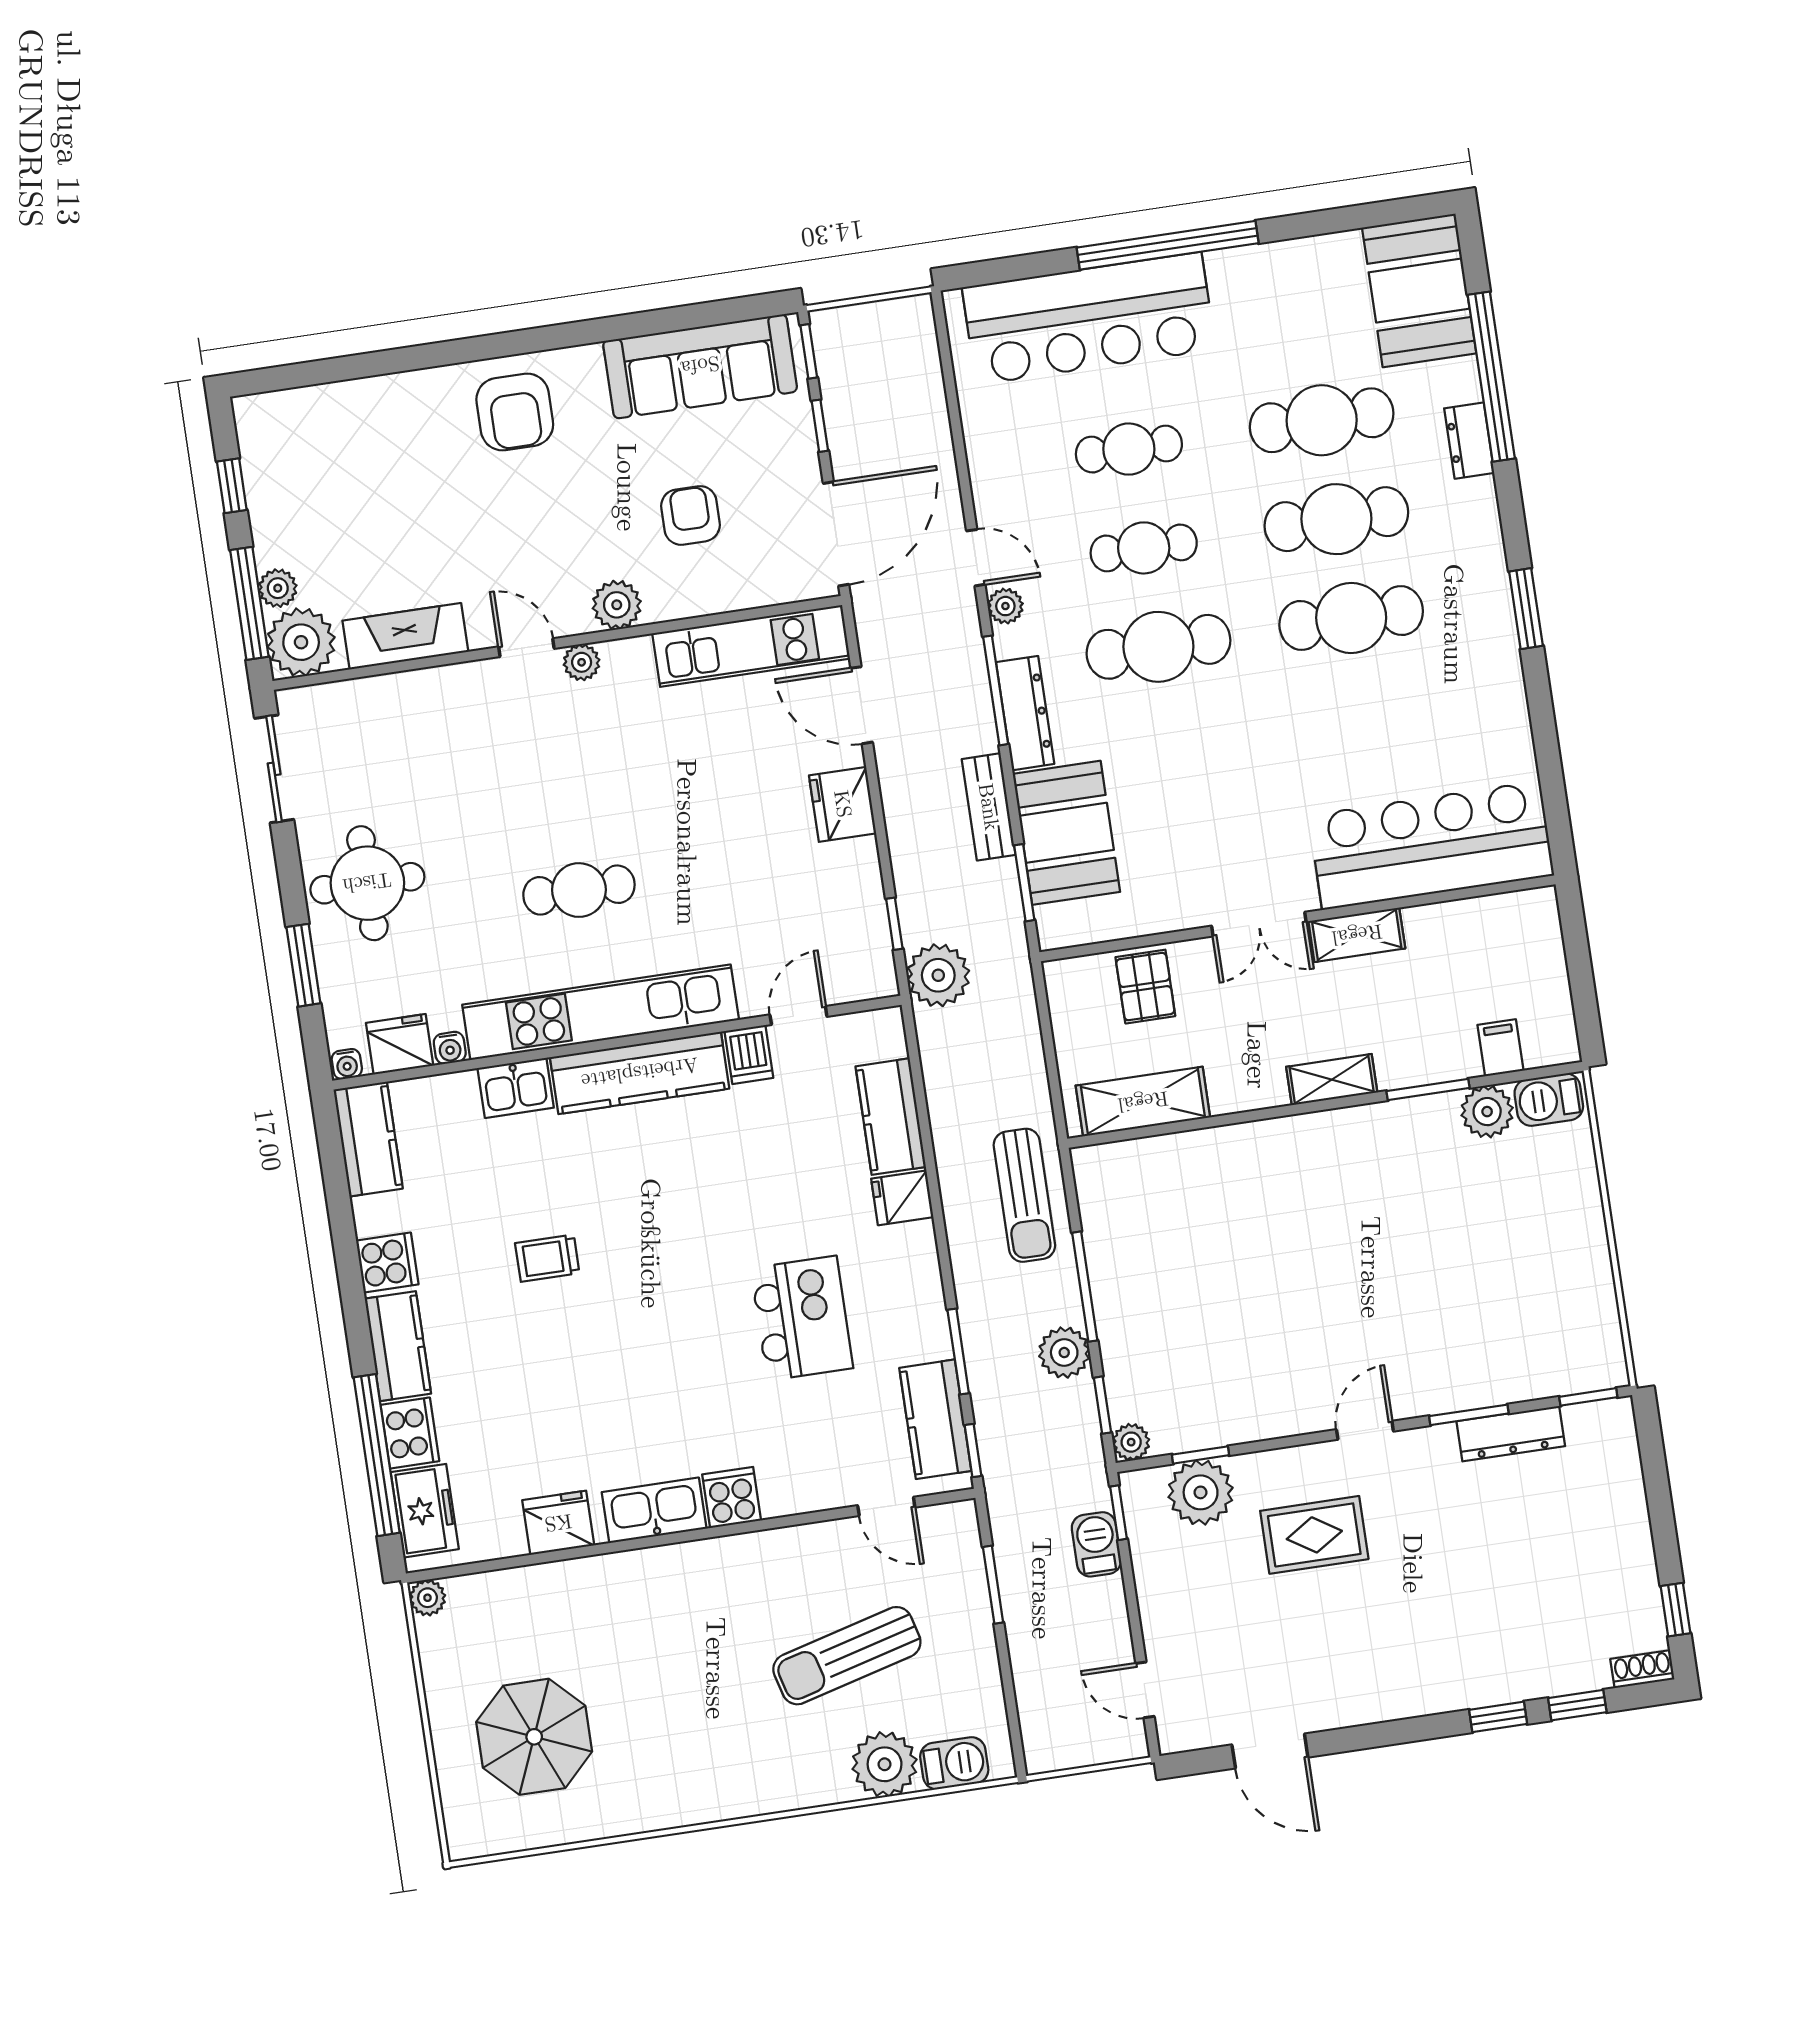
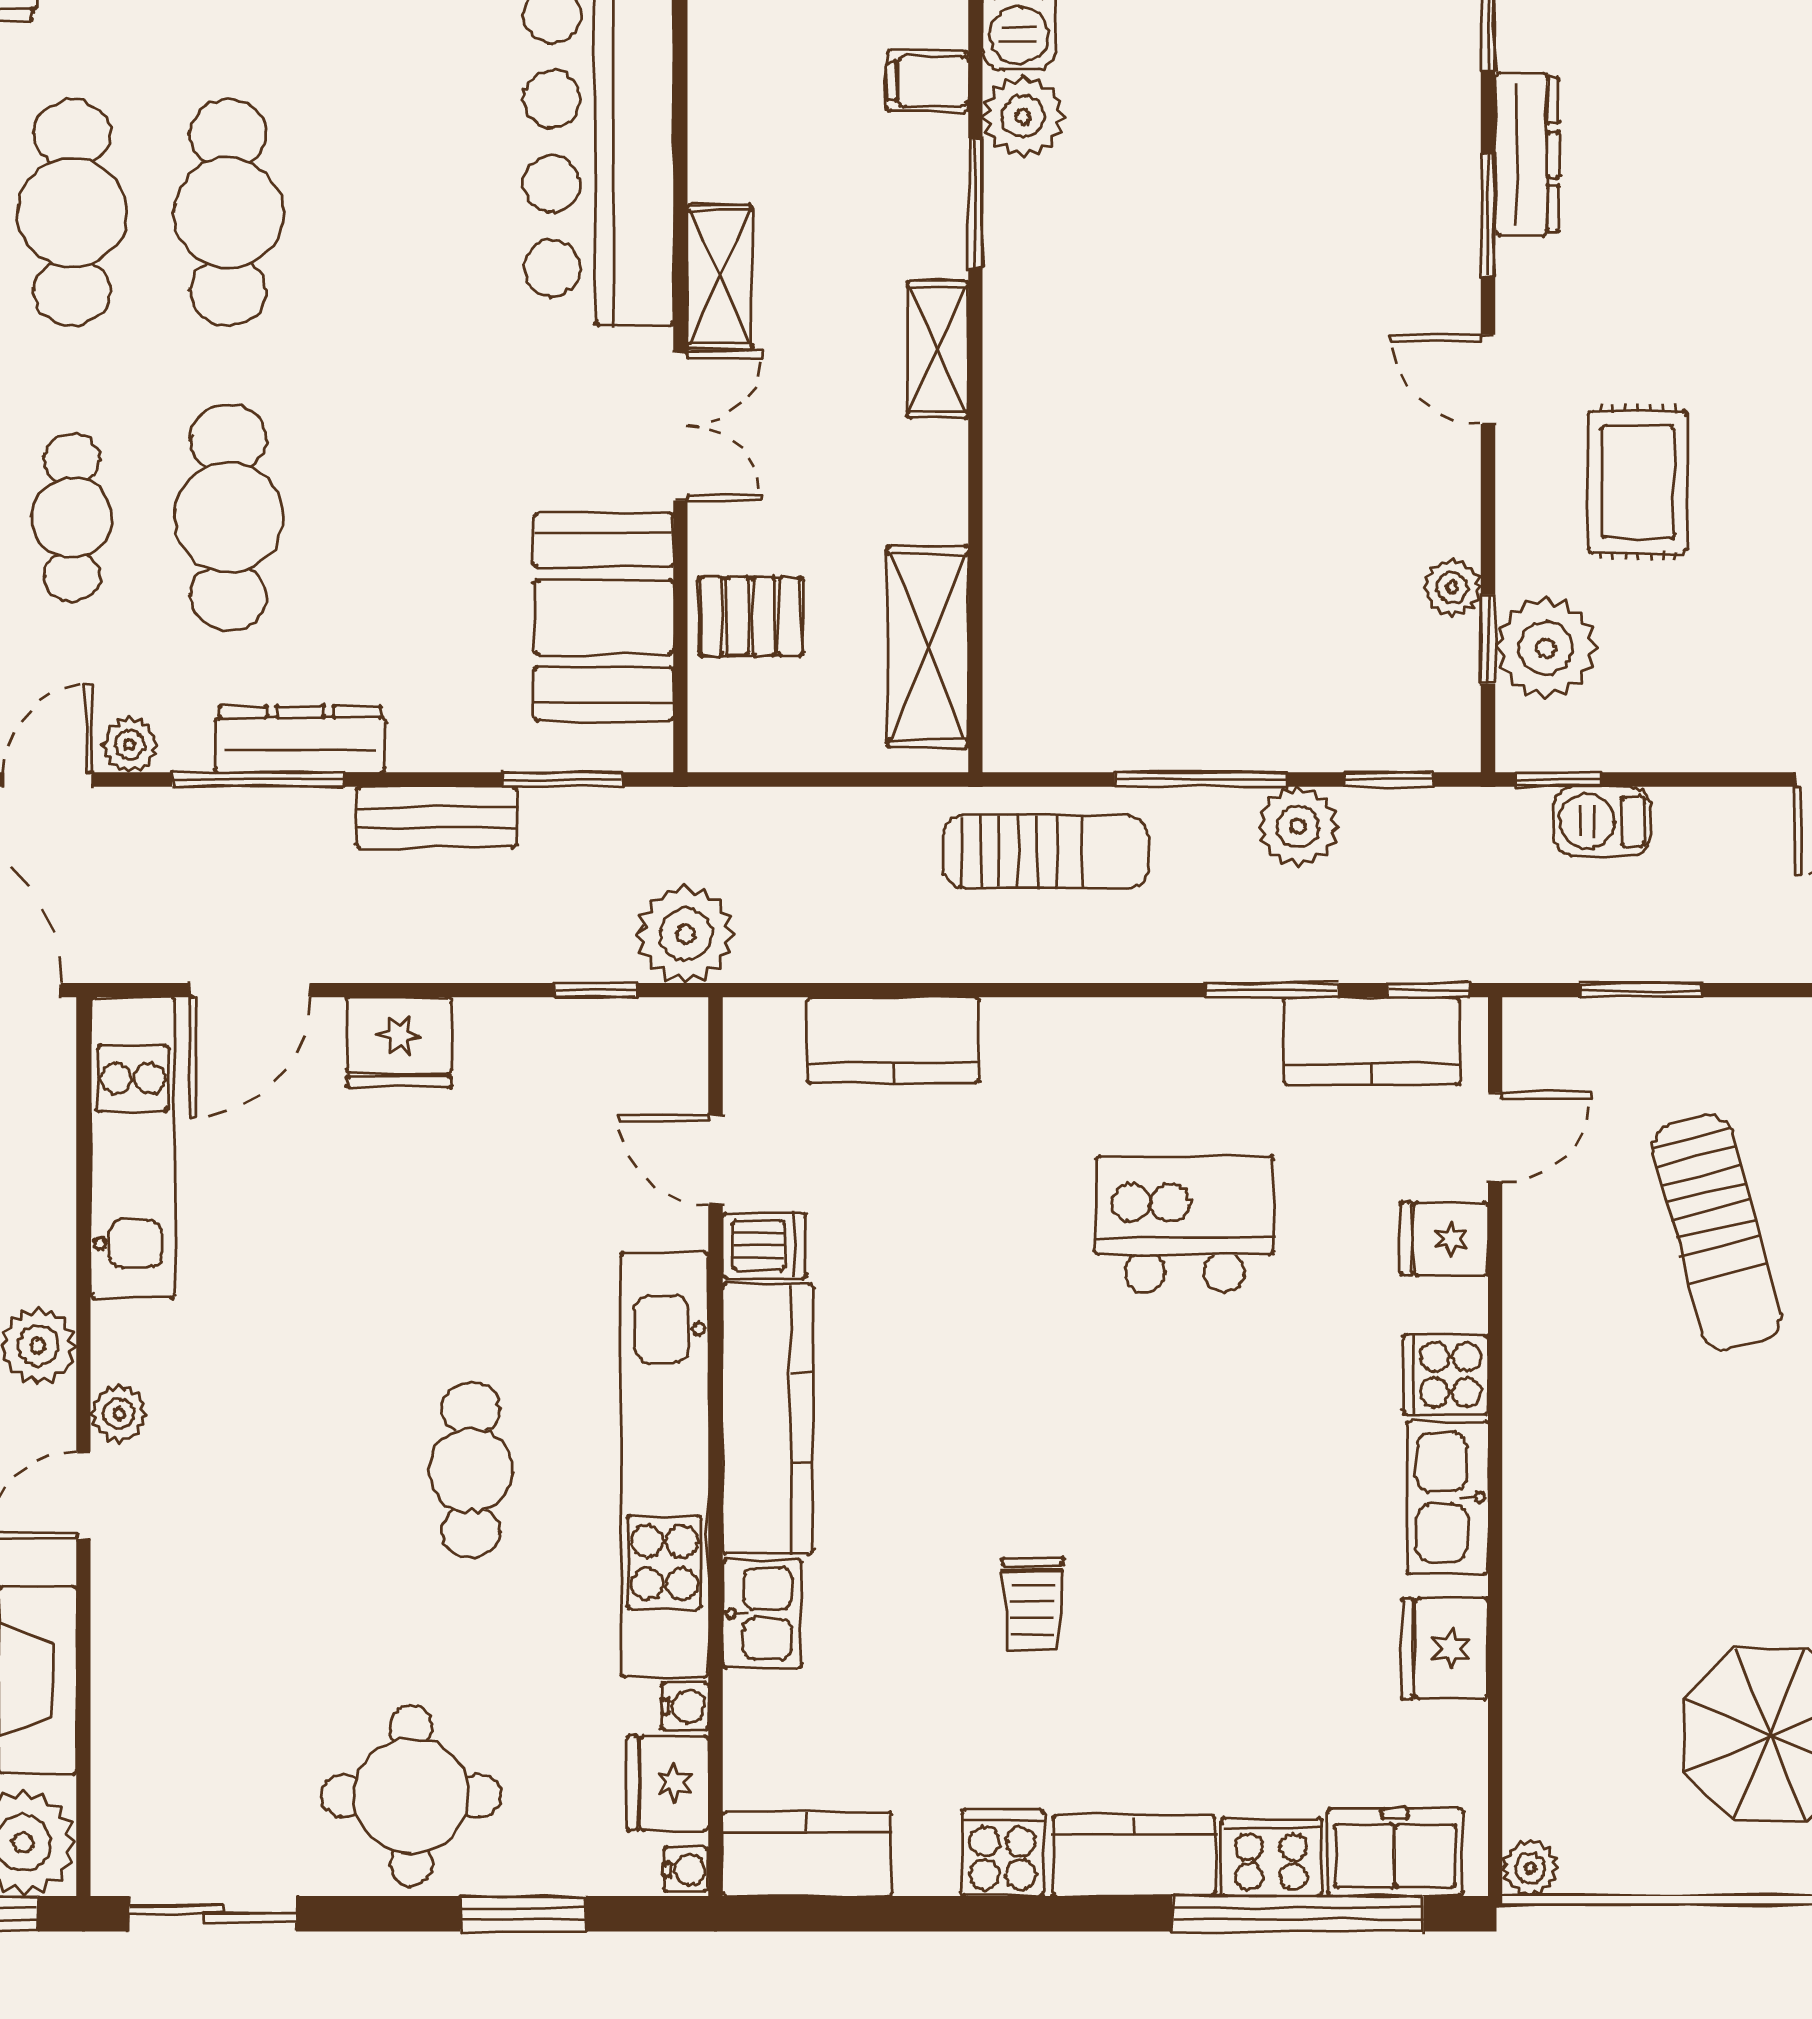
booth: (1066, 833) -> (604, 617), moved, turned 90
fridge: (902, 1198) -> (1444, 1239), moved, turned 90
plant: (1131, 1442) -> (1452, 588), moved

